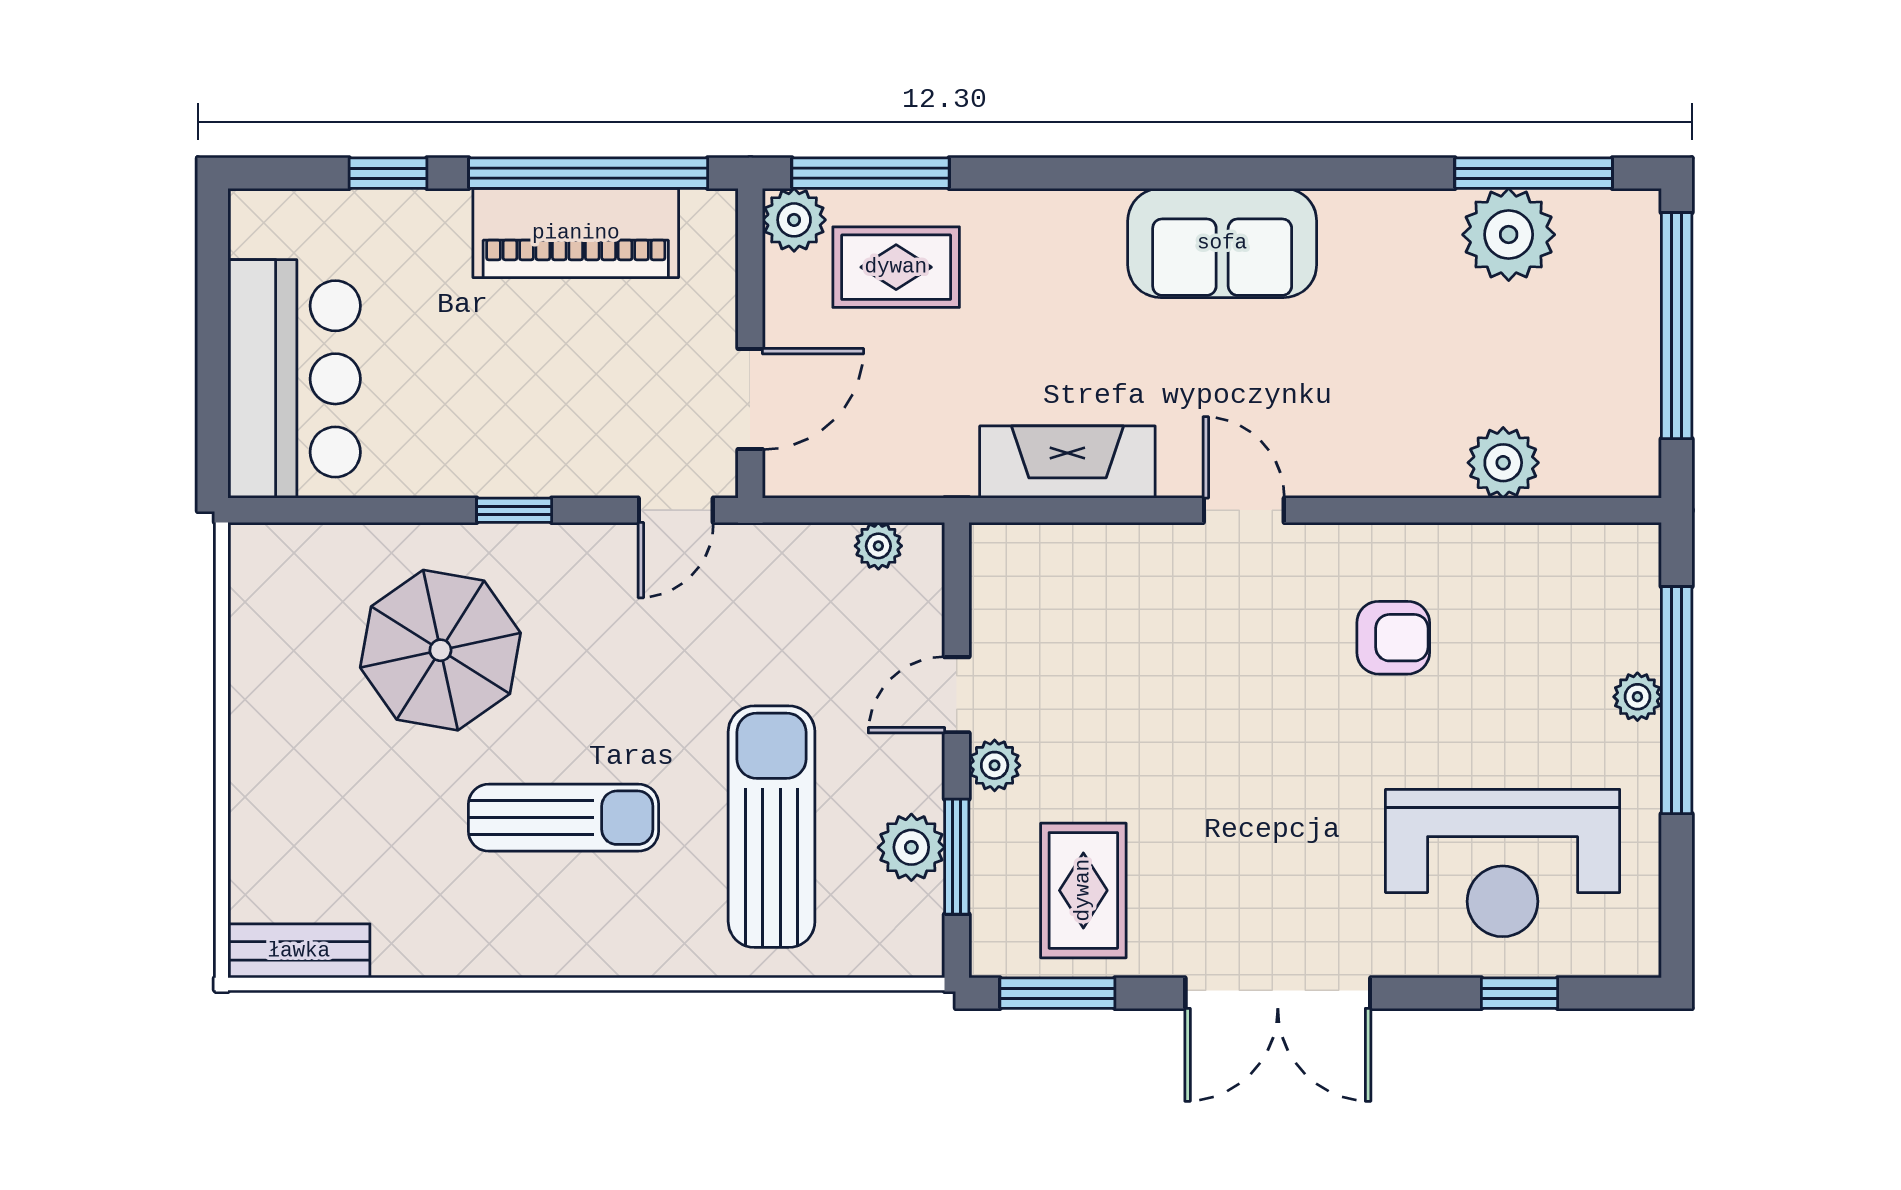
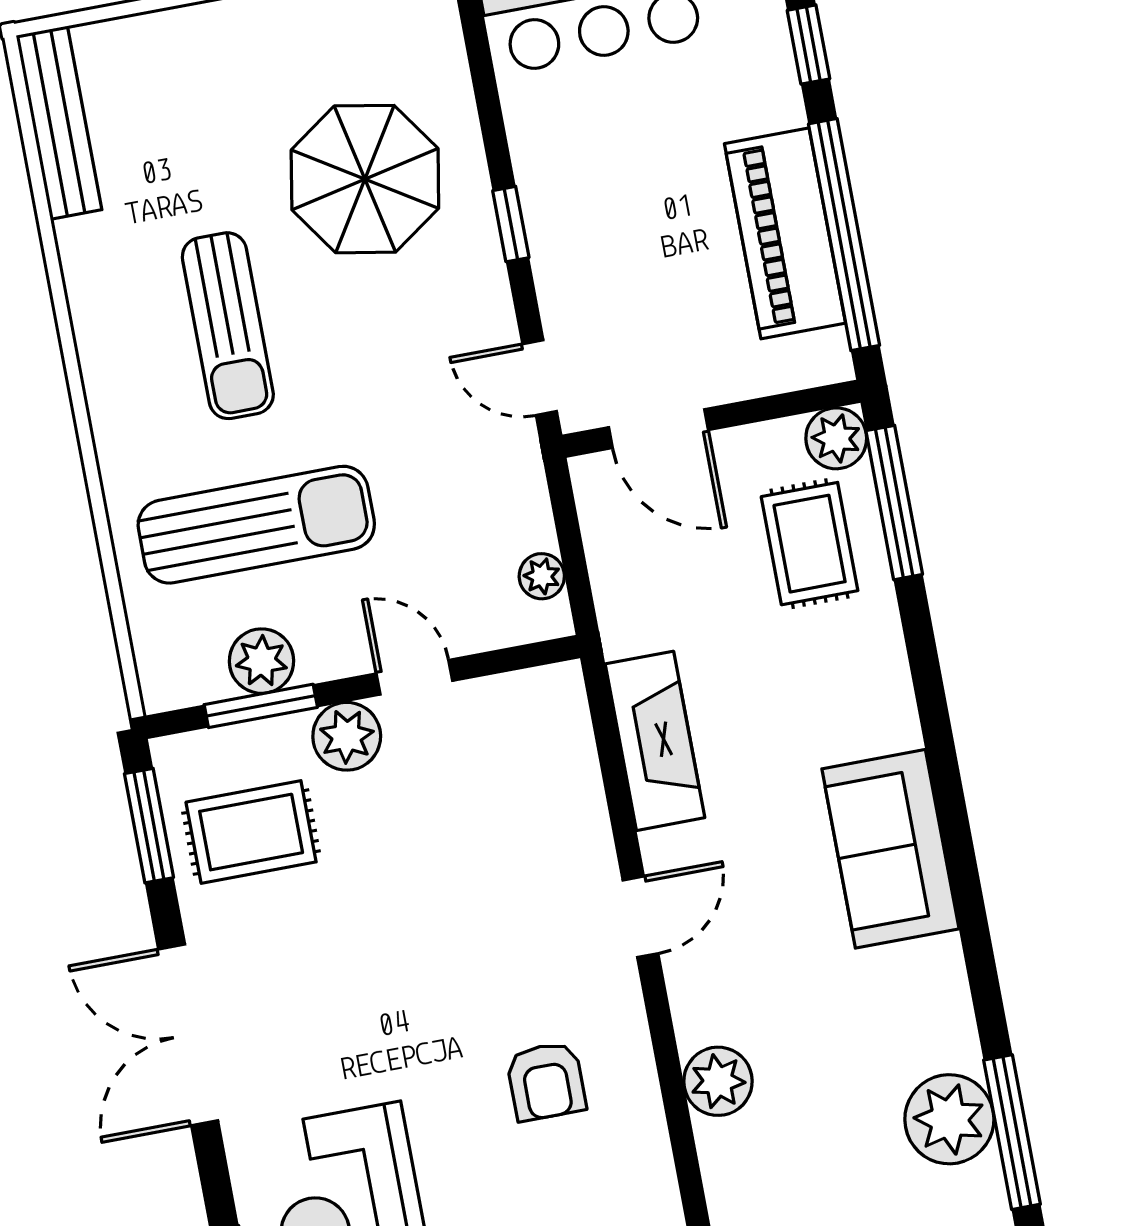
plant: (1503, 463) -> (718, 1081), moved
plant: (995, 765) -> (347, 736), width x1.38, depth x1.38
bench: (299, 951) -> (59, 123), width x1.36

